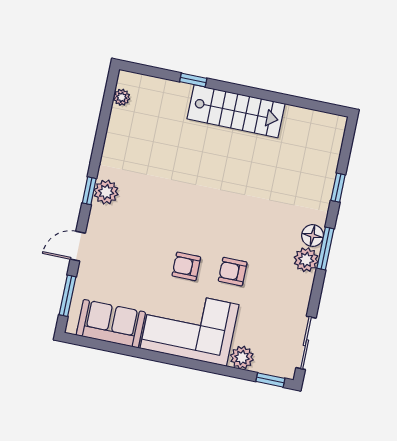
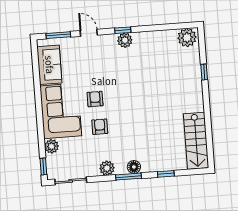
plant: (122, 97) -> (187, 38), width x1.87, depth x1.87
stairs: (236, 111) -> (196, 141), moved
plant: (306, 260) -> (107, 168), moved

